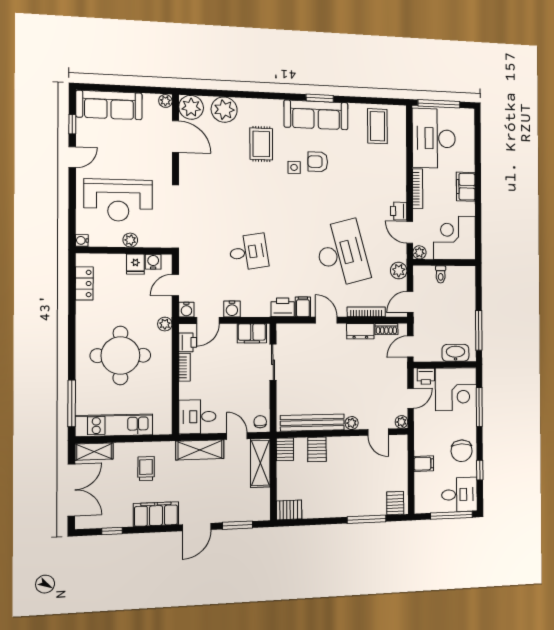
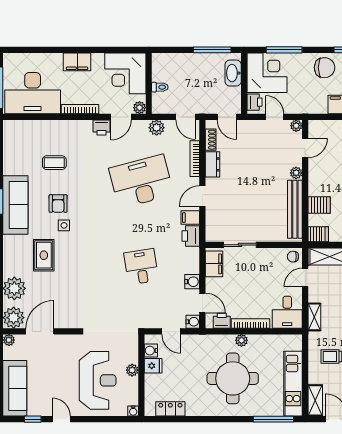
coffee table: (377, 126) -> (54, 163), moved, width x0.73, depth x0.77
rug: (261, 144) -> (44, 255), turned 90
plant: (165, 324) -> (241, 340), moved
bookcase: (184, 367) -> (250, 323), width x1.56
shelving: (200, 450) -> (314, 317), width x0.67, depth x0.75

